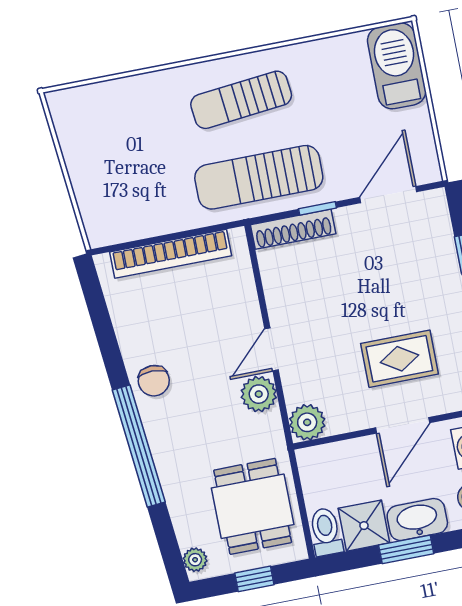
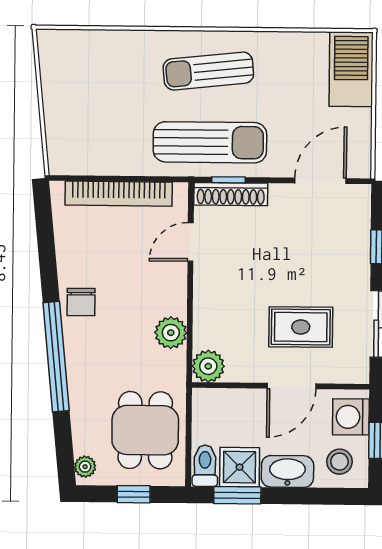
sun lounger: (259, 177) -> (210, 142), turned 180
window: (317, 208) -> (229, 180), moved
door: (271, 349) -> (191, 242), moved
window: (406, 549) -> (237, 495), moved

